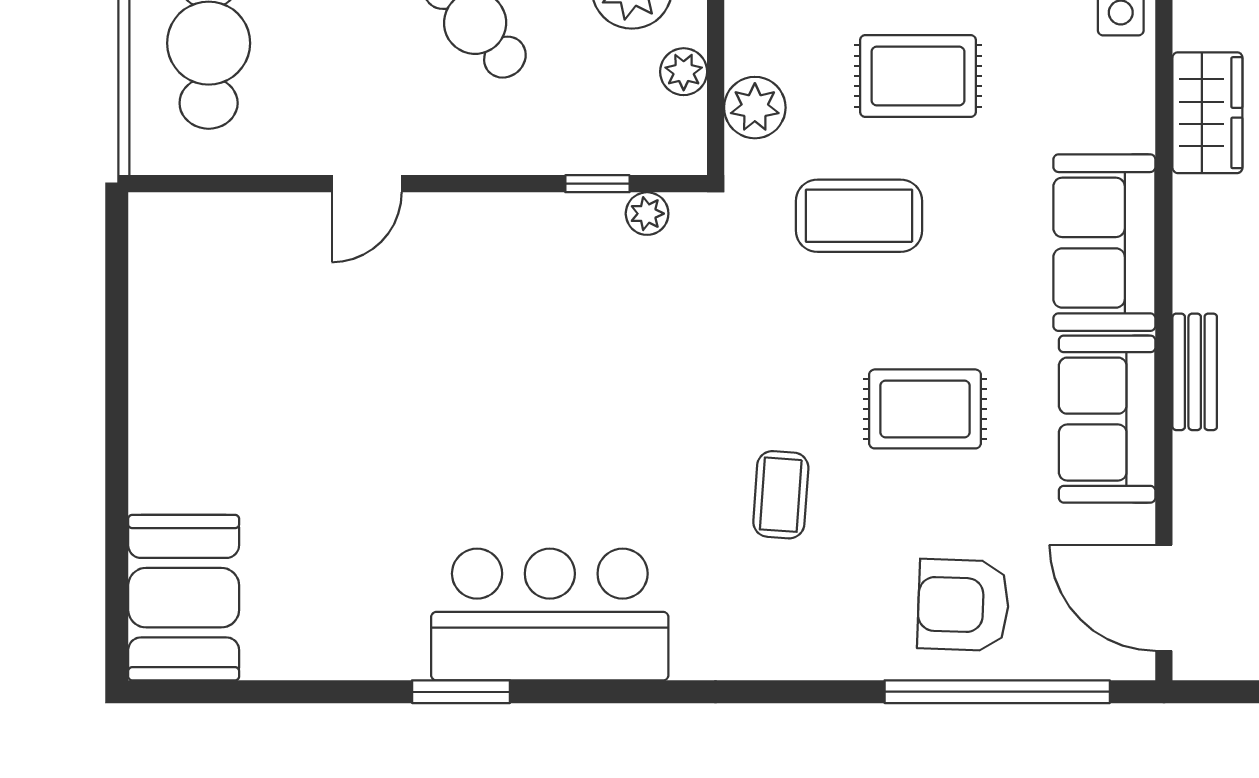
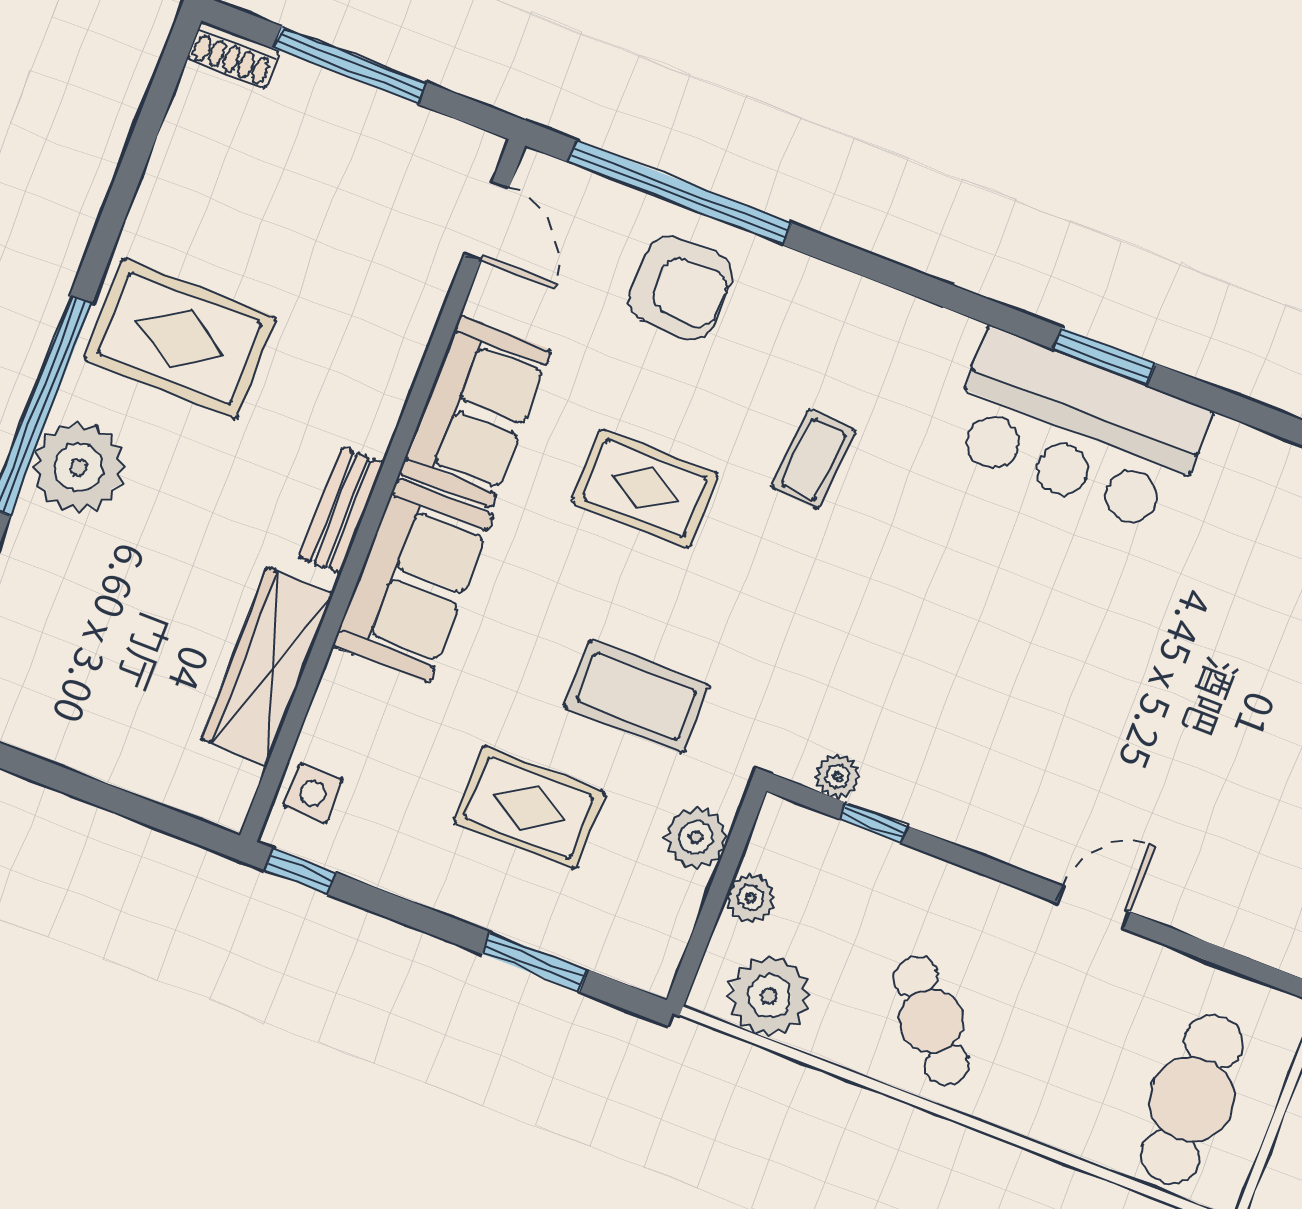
wardrobe: (1207, 113) -> (267, 666), width x1.50
bench: (1195, 372) -> (341, 510), moved
door: (1164, 598) -> (487, 221), width x0.73
window: (461, 692) -> (1104, 356), moved

